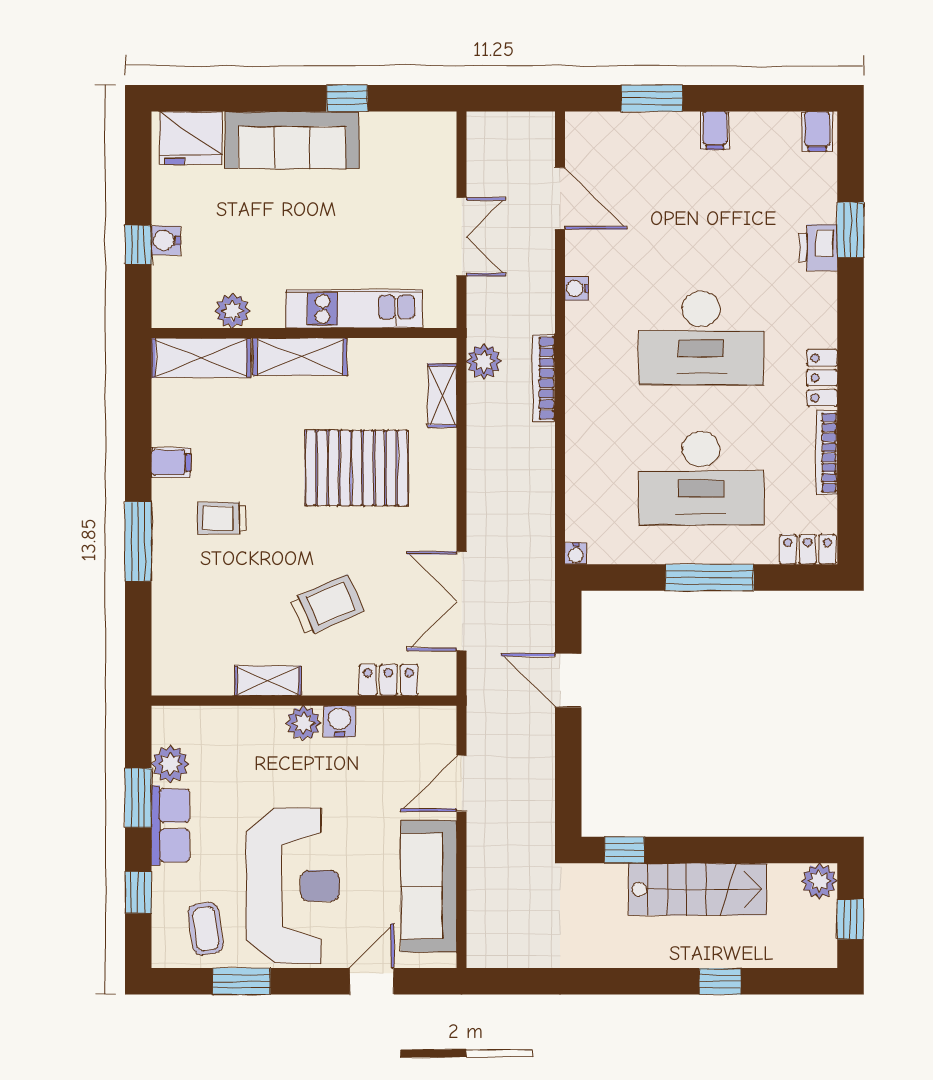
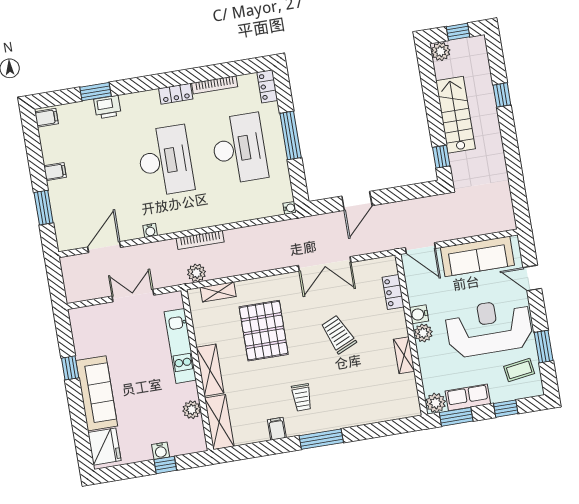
locker: (388, 680) -> (393, 292), moved
shelving: (268, 681) -> (404, 355), moved
wall: (304, 701) -> (411, 335), moved
water cooler: (339, 721) -> (419, 314), moved
plant: (304, 723) -> (423, 333), moved

